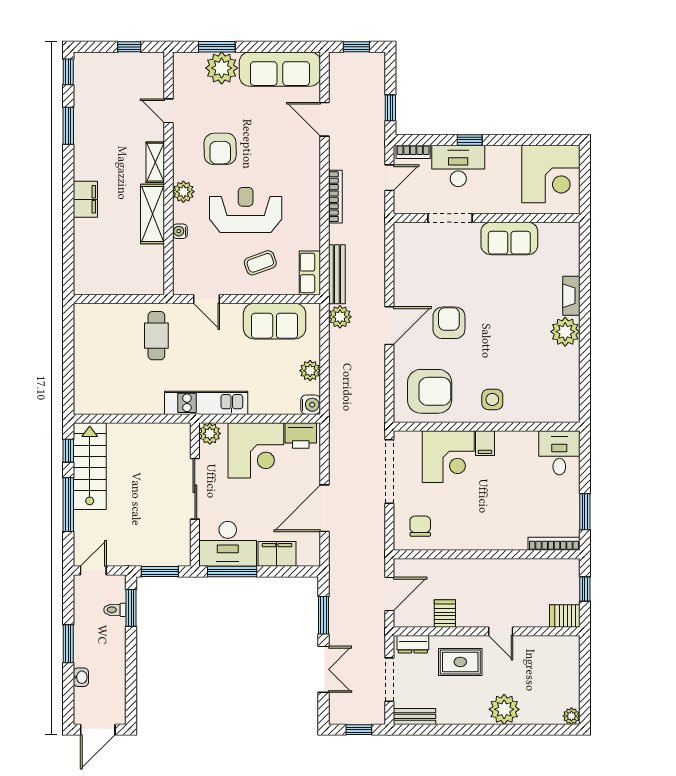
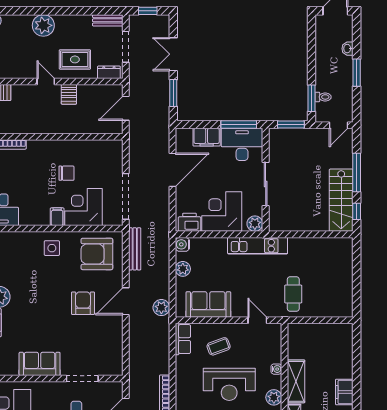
bench: (337, 274) -> (135, 249), moved
armchair: (449, 323) -> (83, 303), turned 180
chair: (420, 526) -> (66, 173), moved, turned -90
server rack: (445, 613) -> (69, 94), moved

